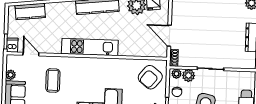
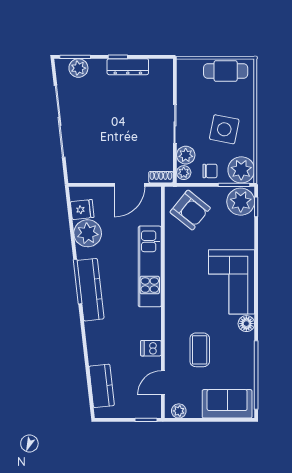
dishwasher: (12, 45) -> (151, 348), moved
kitchen unit: (90, 47) -> (150, 266), moved
plant: (11, 75) -> (179, 411), moved
coffee table: (53, 80) -> (200, 350), turned 90

